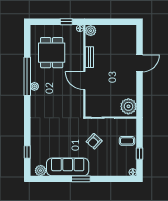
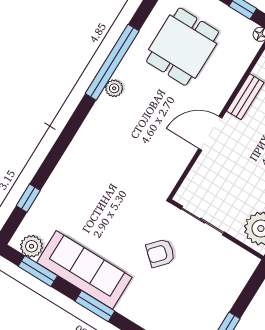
door: (84, 81) -> (210, 133), hinge flipped
coffee table: (127, 141) -> (220, 289), removed
window: (49, 179) -> (38, 271), added

